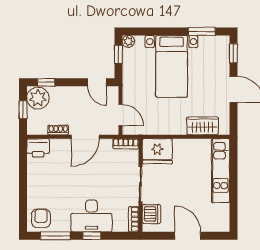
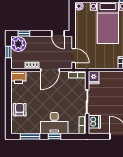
window: (118, 55) -> (72, 15), removed
fridge: (157, 151) -> (94, 78), width x0.53, depth x0.75
armchair: (41, 218) -> (20, 110), moved

